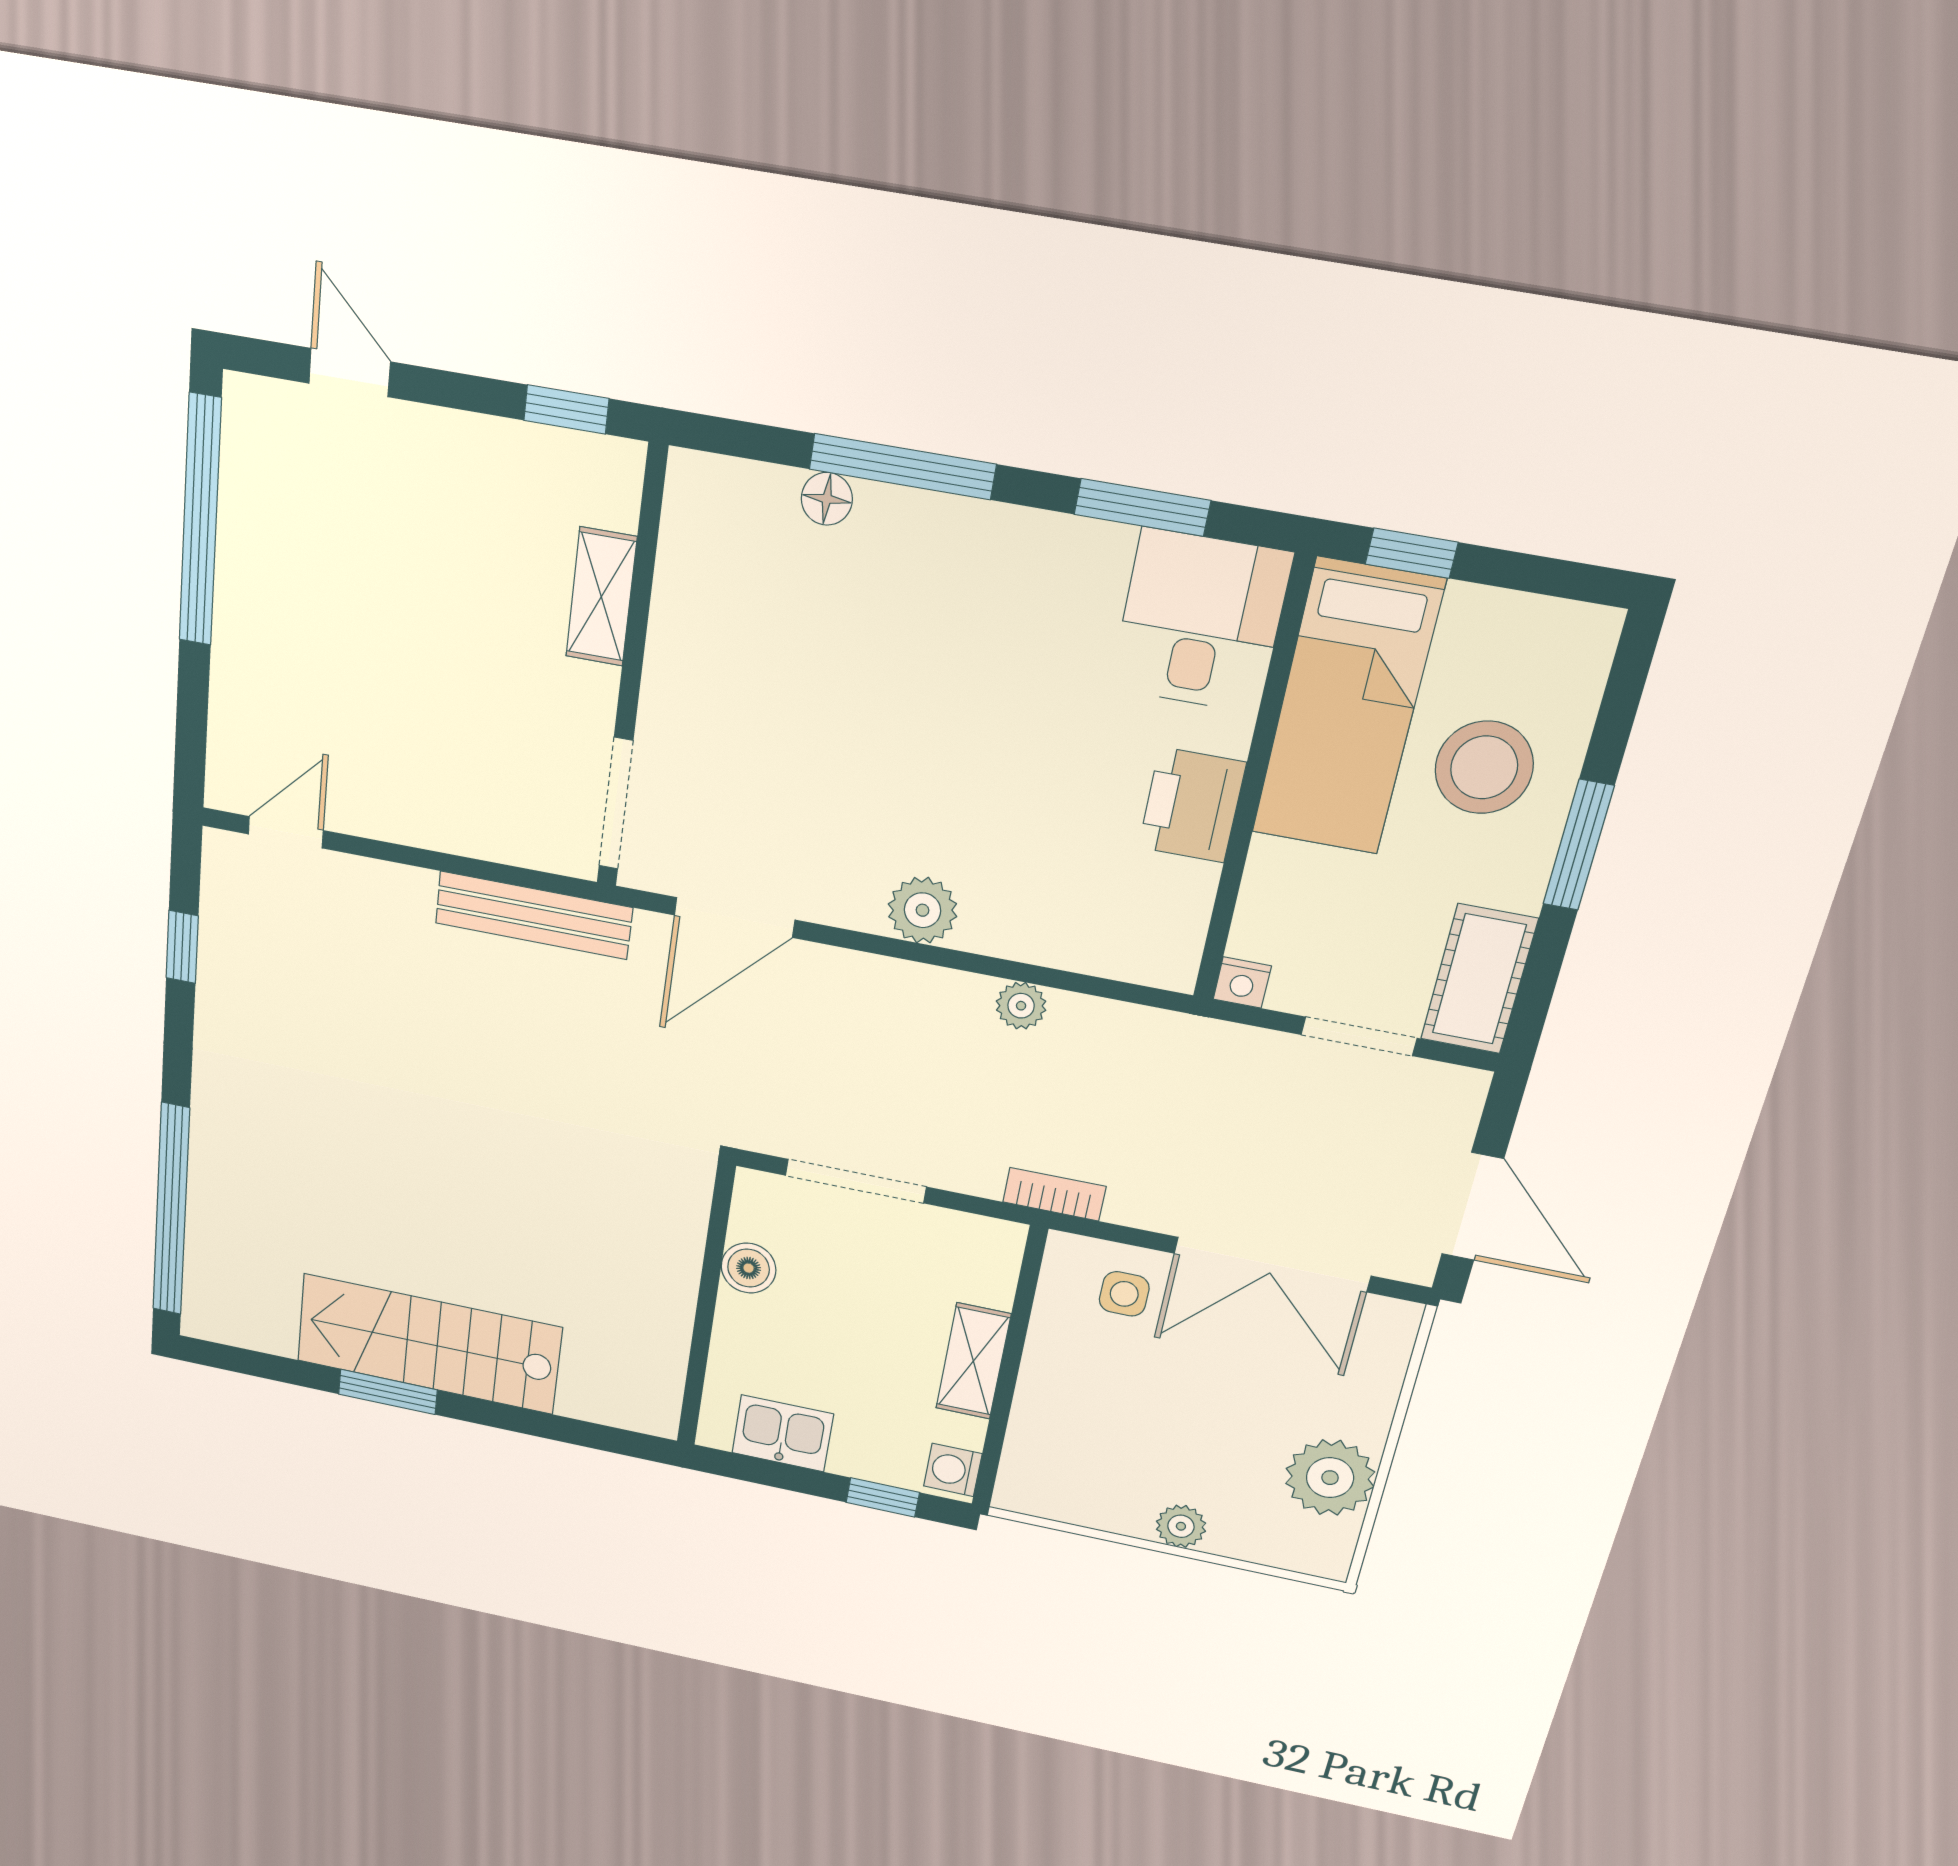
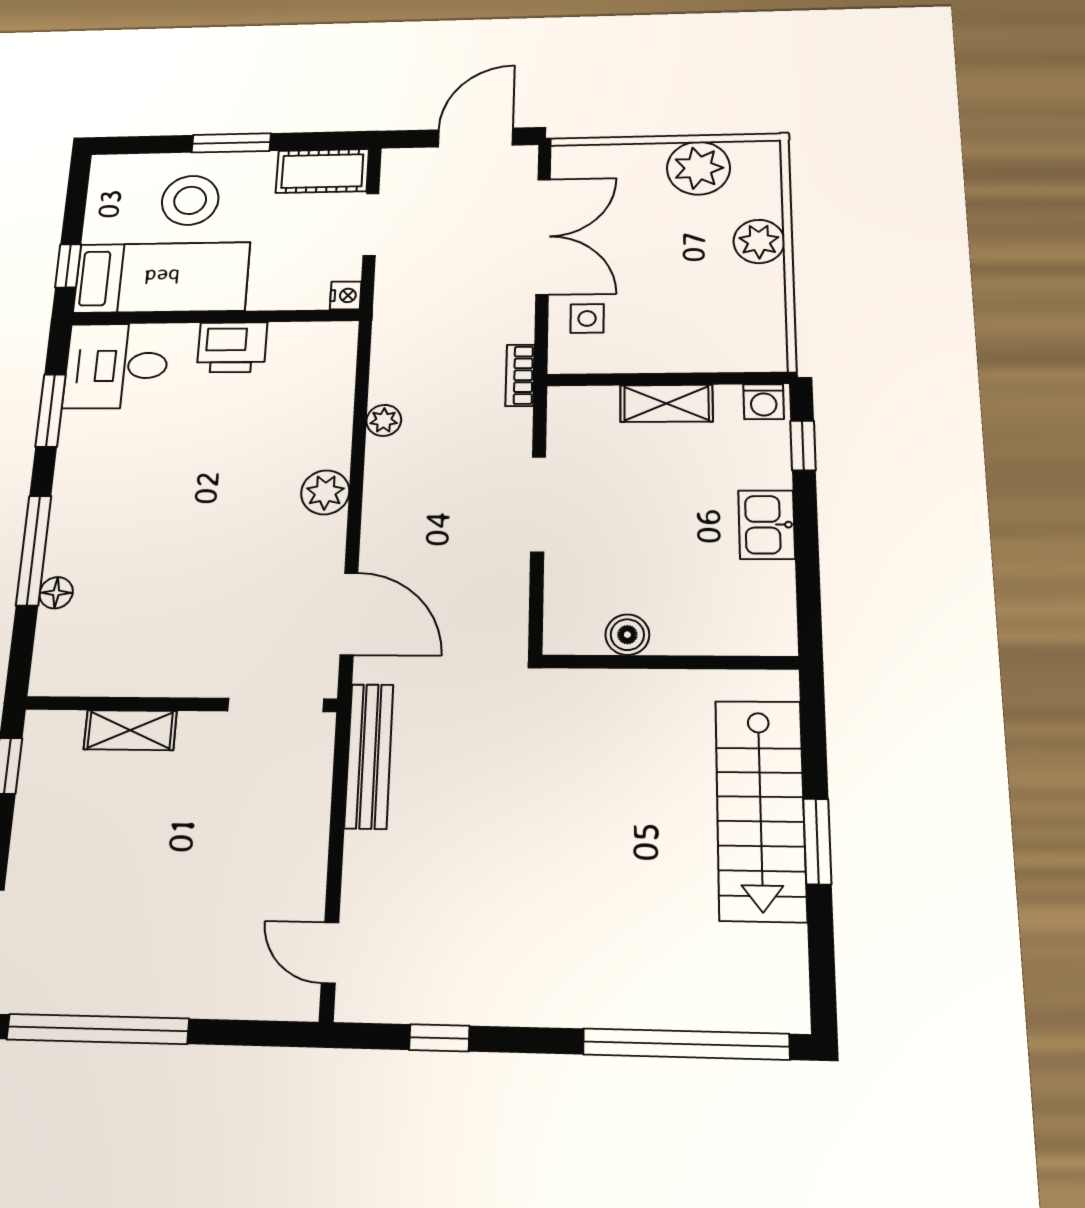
boiler: (749, 1268) -> (627, 635), moved
wall: (706, 1307) -> (670, 662), moved
plant: (1181, 1526) -> (759, 241), width x1.38, depth x1.38

